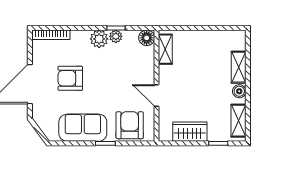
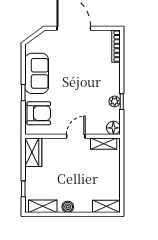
plant: (99, 39) -> (112, 87), removed
shelving: (239, 67) -> (106, 206), moved
armchair: (70, 78) -> (79, 63), removed
door: (157, 95) -> (76, 136), moved
wardrobe: (190, 132) -> (33, 152), moved

